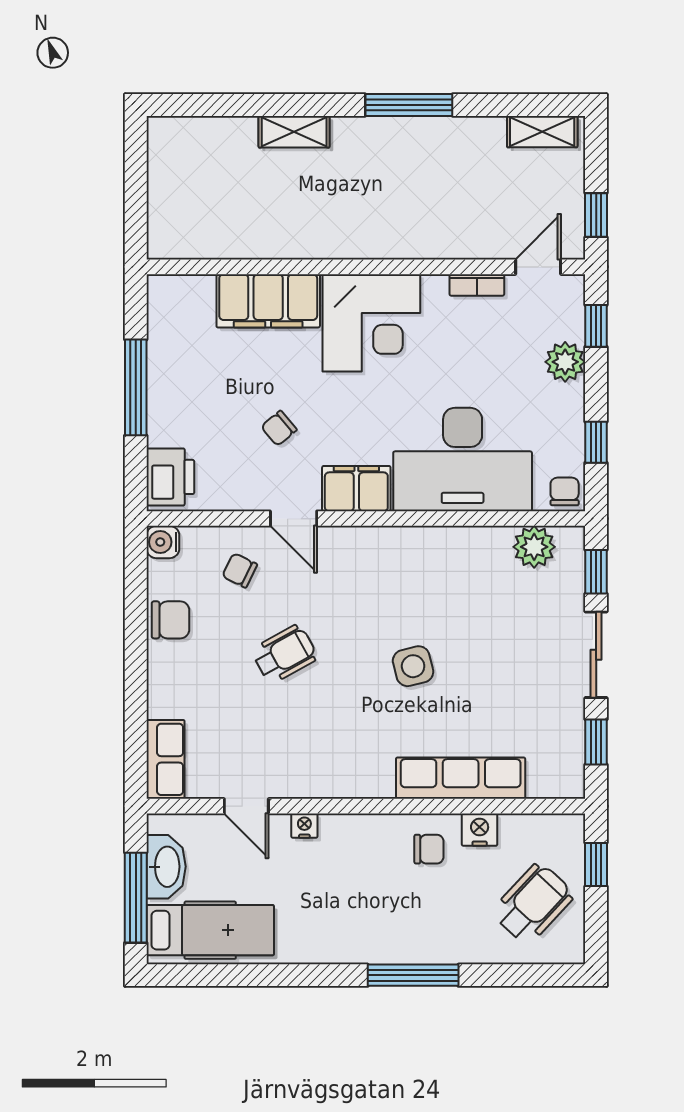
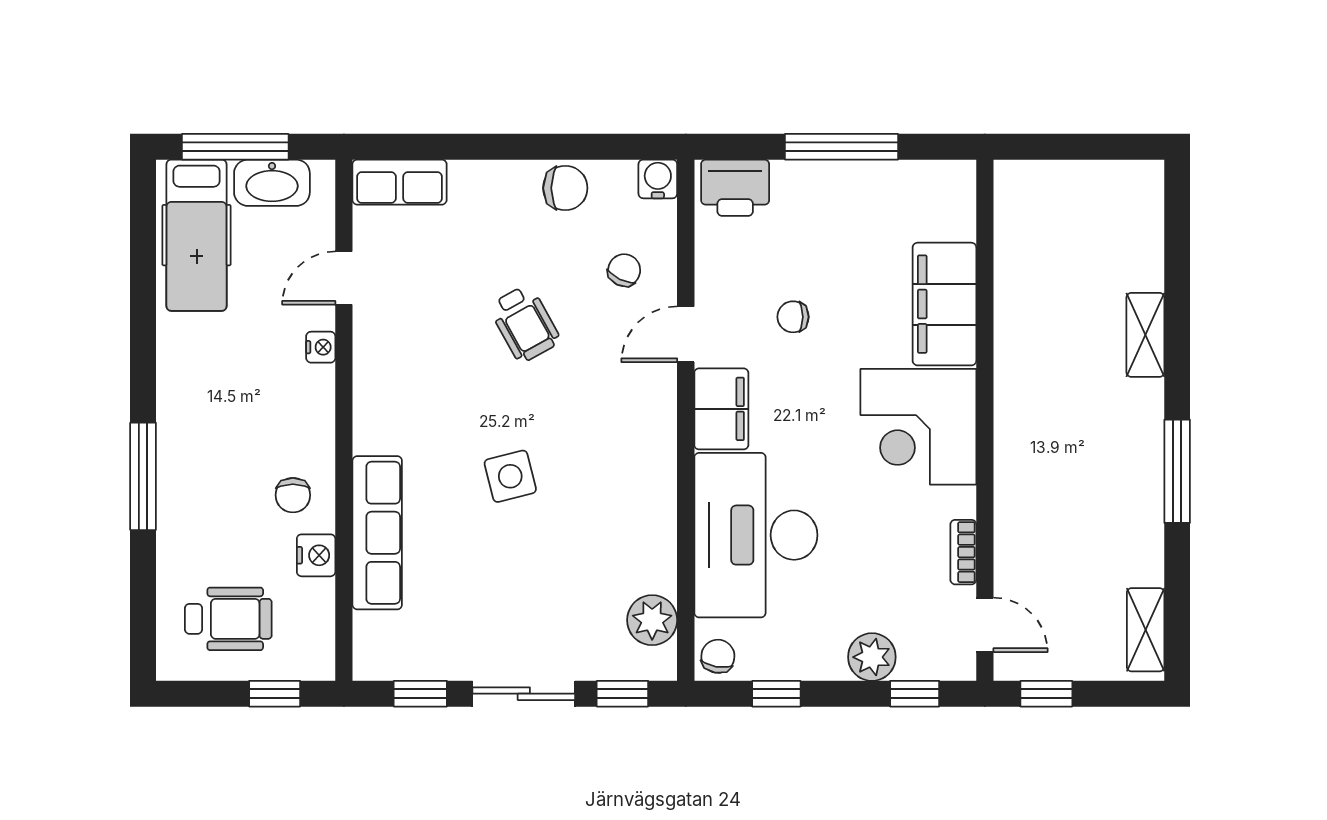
chair: (279, 428) -> (793, 317), turned -50
chair: (565, 491) -> (718, 656), turned -80
chair: (170, 620) -> (565, 188), turned -90
wheelchair: (533, 903) -> (228, 619), turned -43

